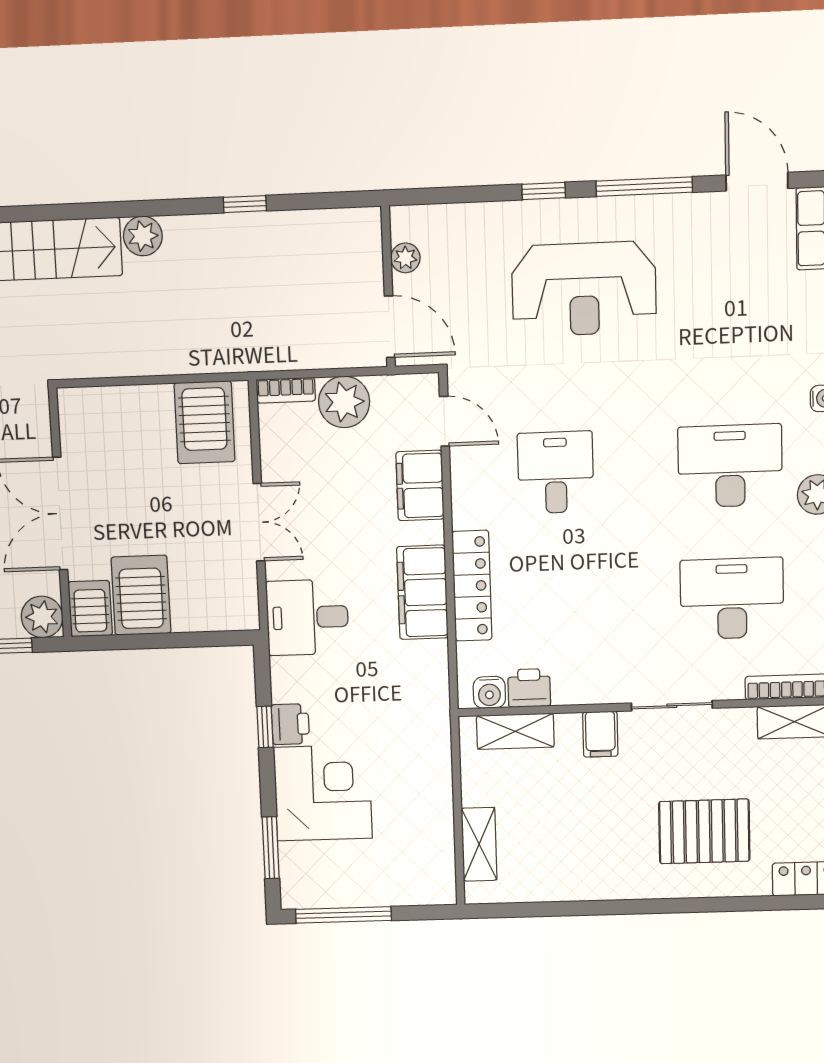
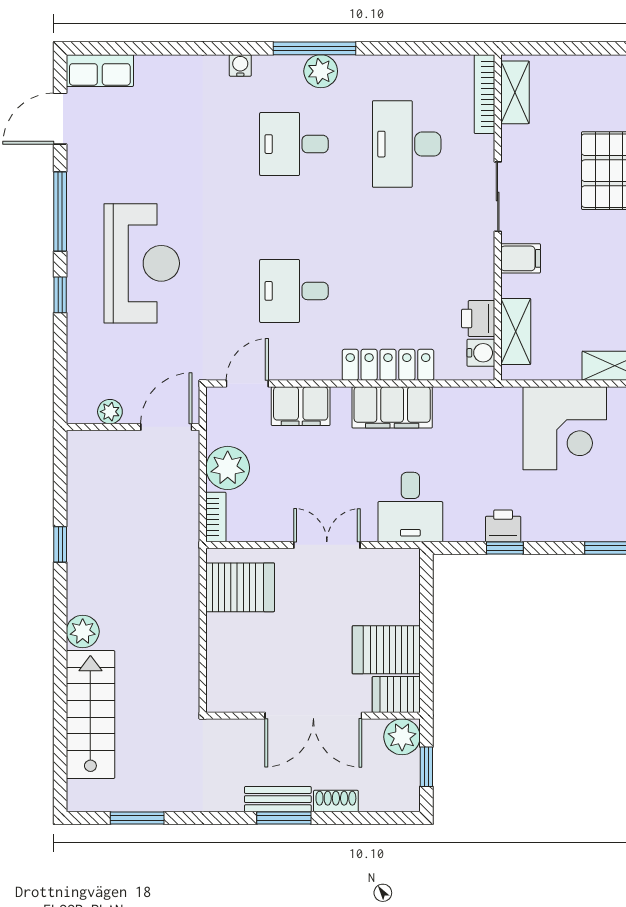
desk: (730, 466) -> (294, 144), width x0.73
corner desk: (323, 793) -> (565, 428), moved, turned 180

